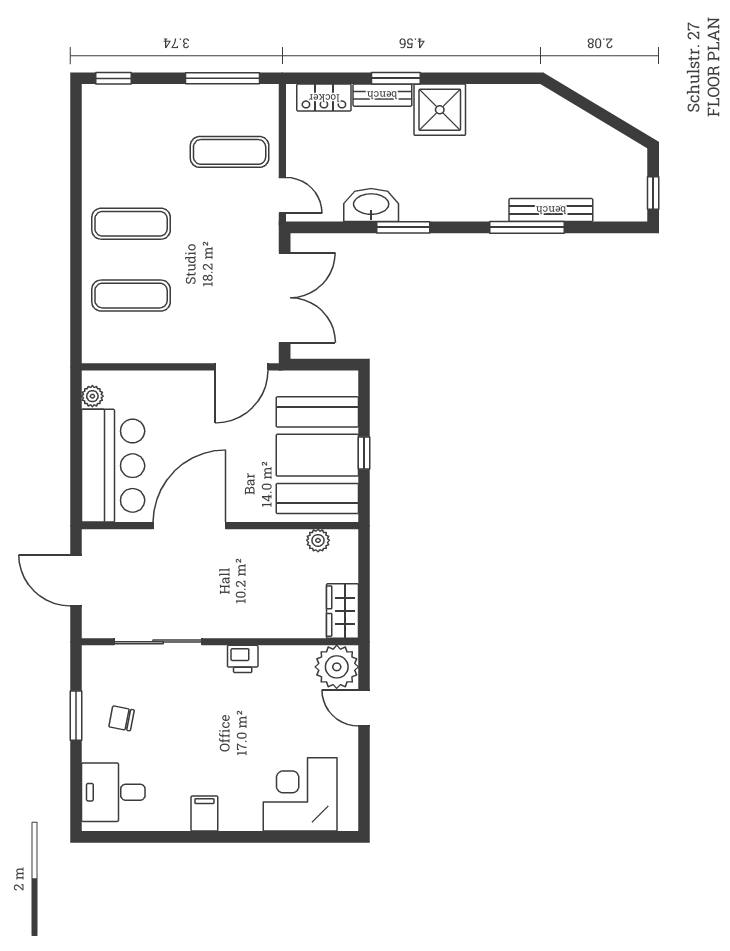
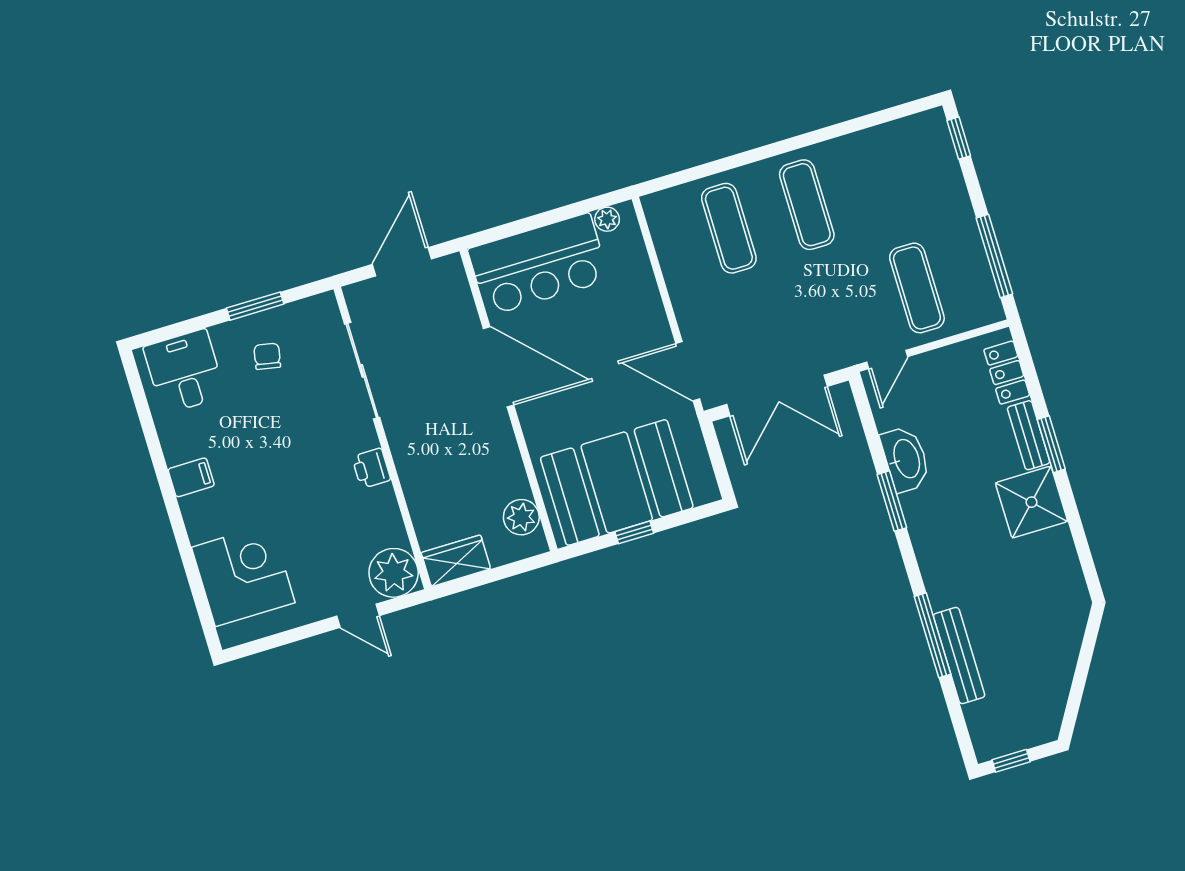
plant: (318, 540) -> (521, 517), width x1.38, depth x1.38
door: (364, 708) -> (358, 616), swing flipped

